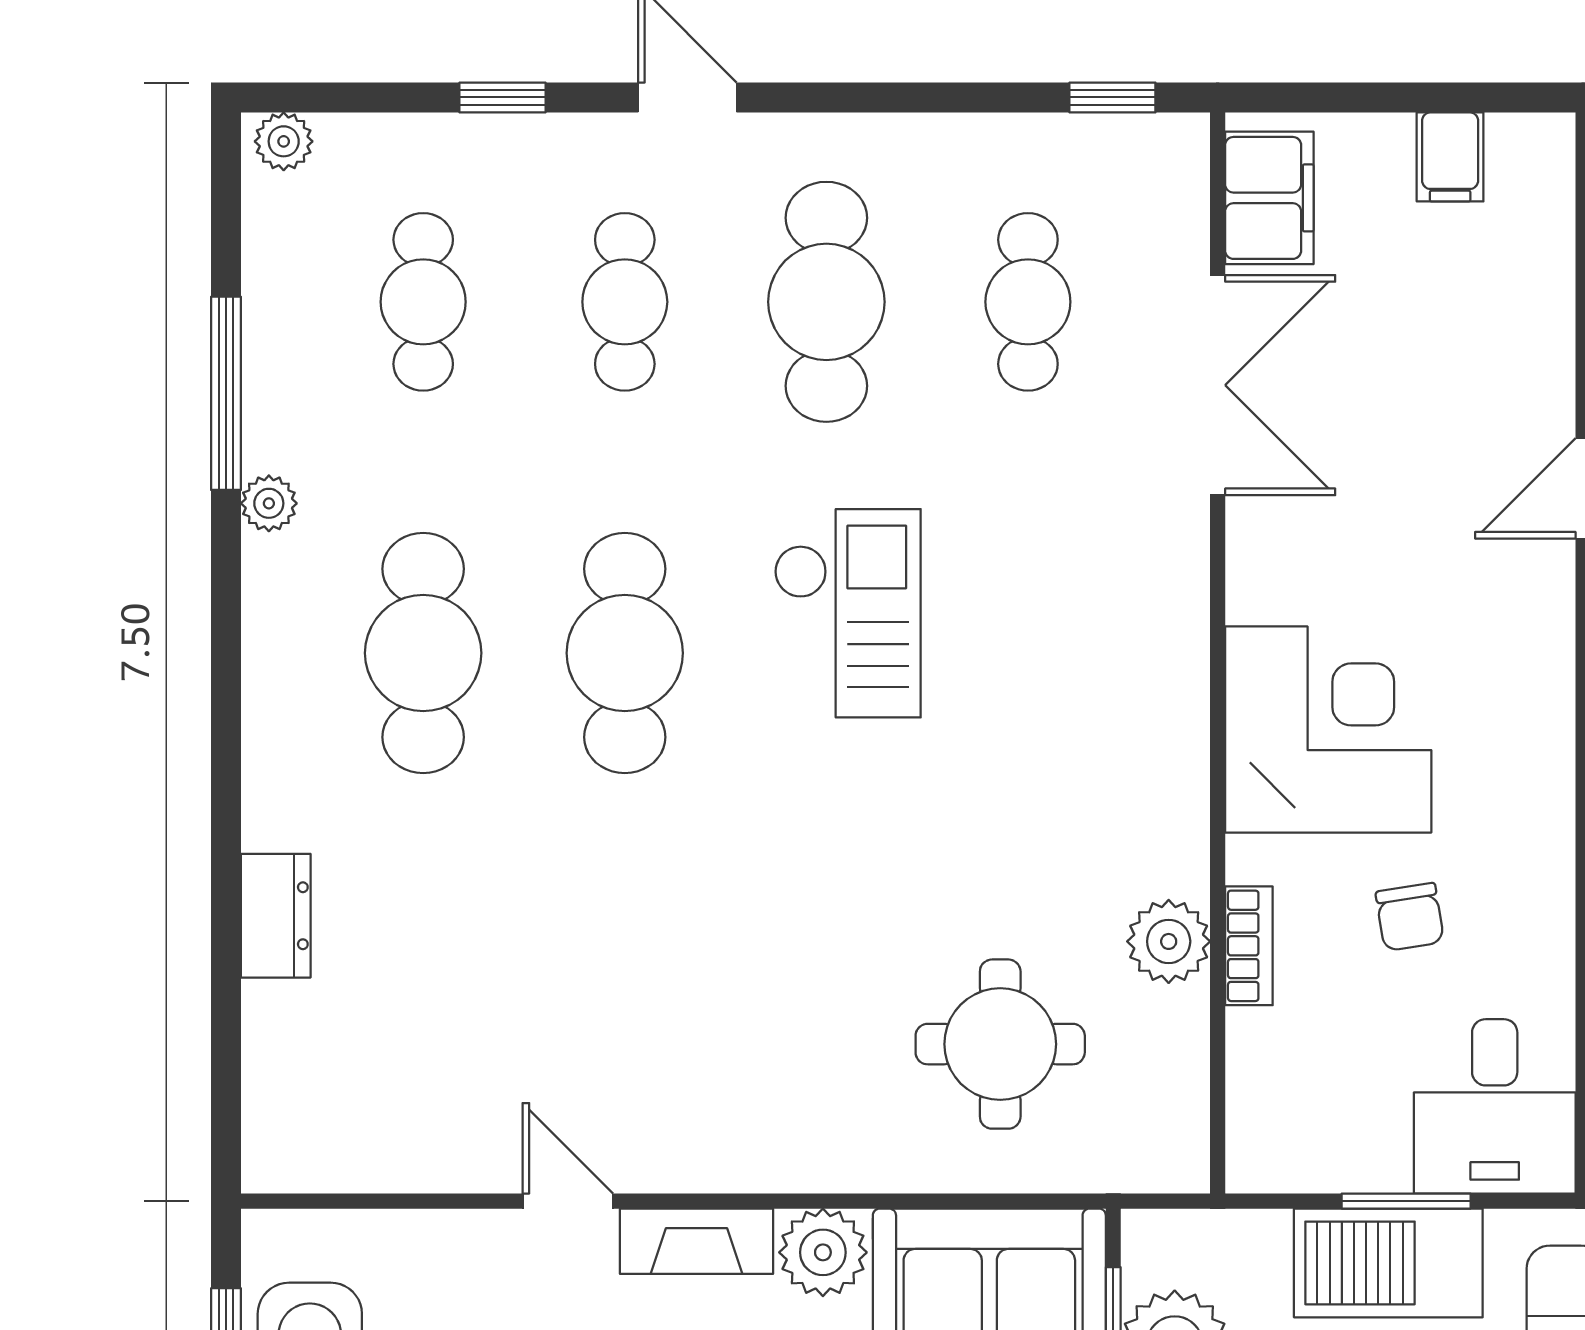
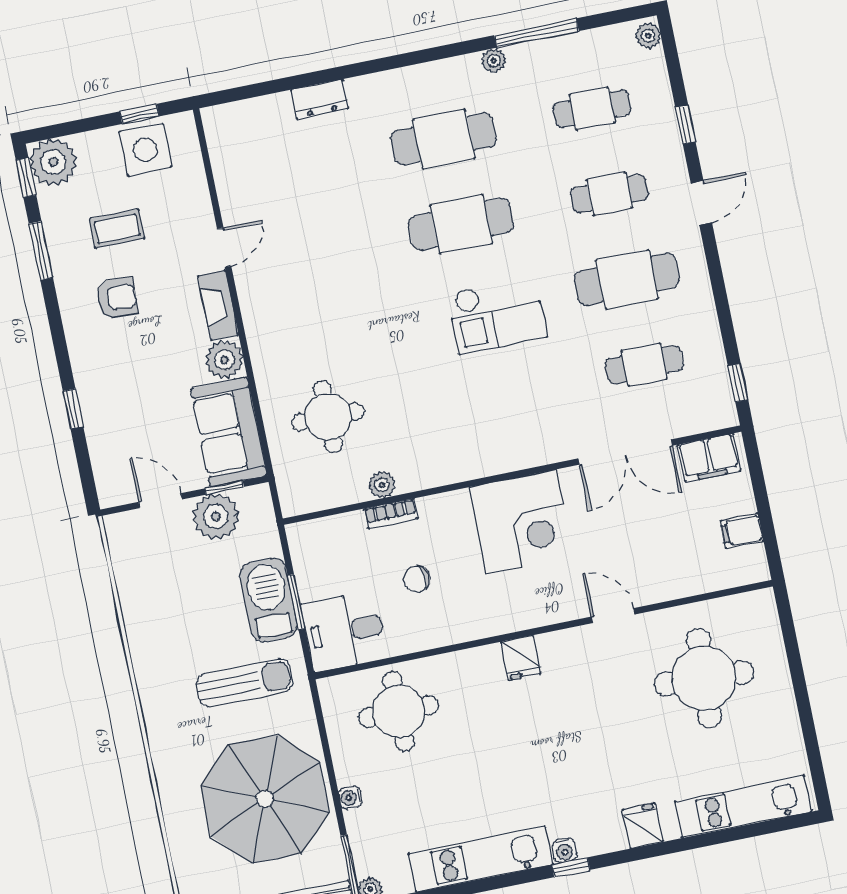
corner desk: (1328, 729) -> (522, 522), moved
plant: (1169, 941) -> (382, 485), width x0.73, depth x0.73

